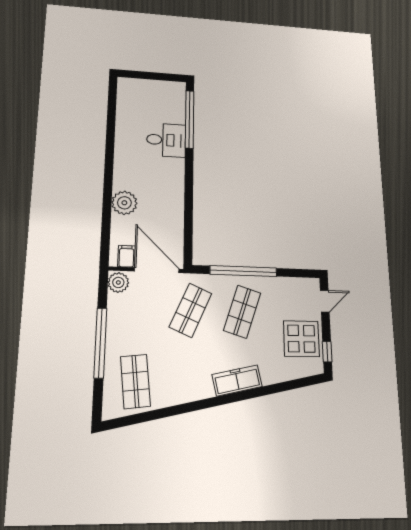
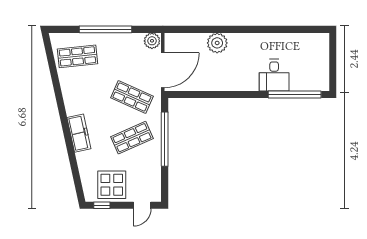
filing cabinet: (126, 256) -> (173, 46), removed
door: (325, 301) -> (142, 205), hinge flipped
shop shelf: (242, 312) -> (132, 138), turned -42

